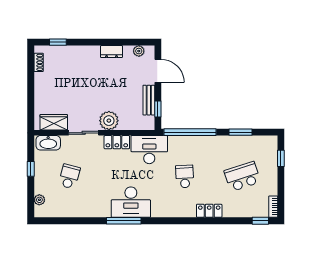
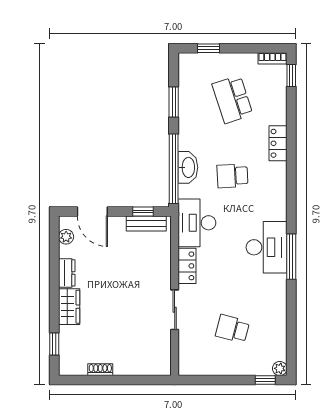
shoe rack: (39, 62) -> (100, 370), moved
door: (158, 71) -> (92, 211), swing flipped
bench: (149, 100) -> (146, 223), moved
plant: (109, 121) -> (158, 276), removed
wardrobe: (54, 122) -> (69, 307), moved, turned 180
washbasin: (48, 143) -> (188, 167), moved
window: (31, 169) -> (265, 380), moved
plant: (39, 200) -> (280, 368), moved

